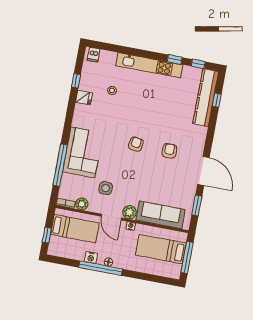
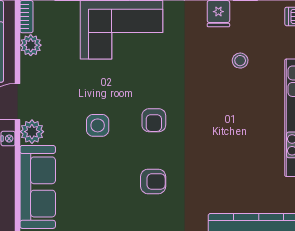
armchair: (136, 144) -> (154, 120), turned 82
side table: (106, 188) -> (98, 125), moved

